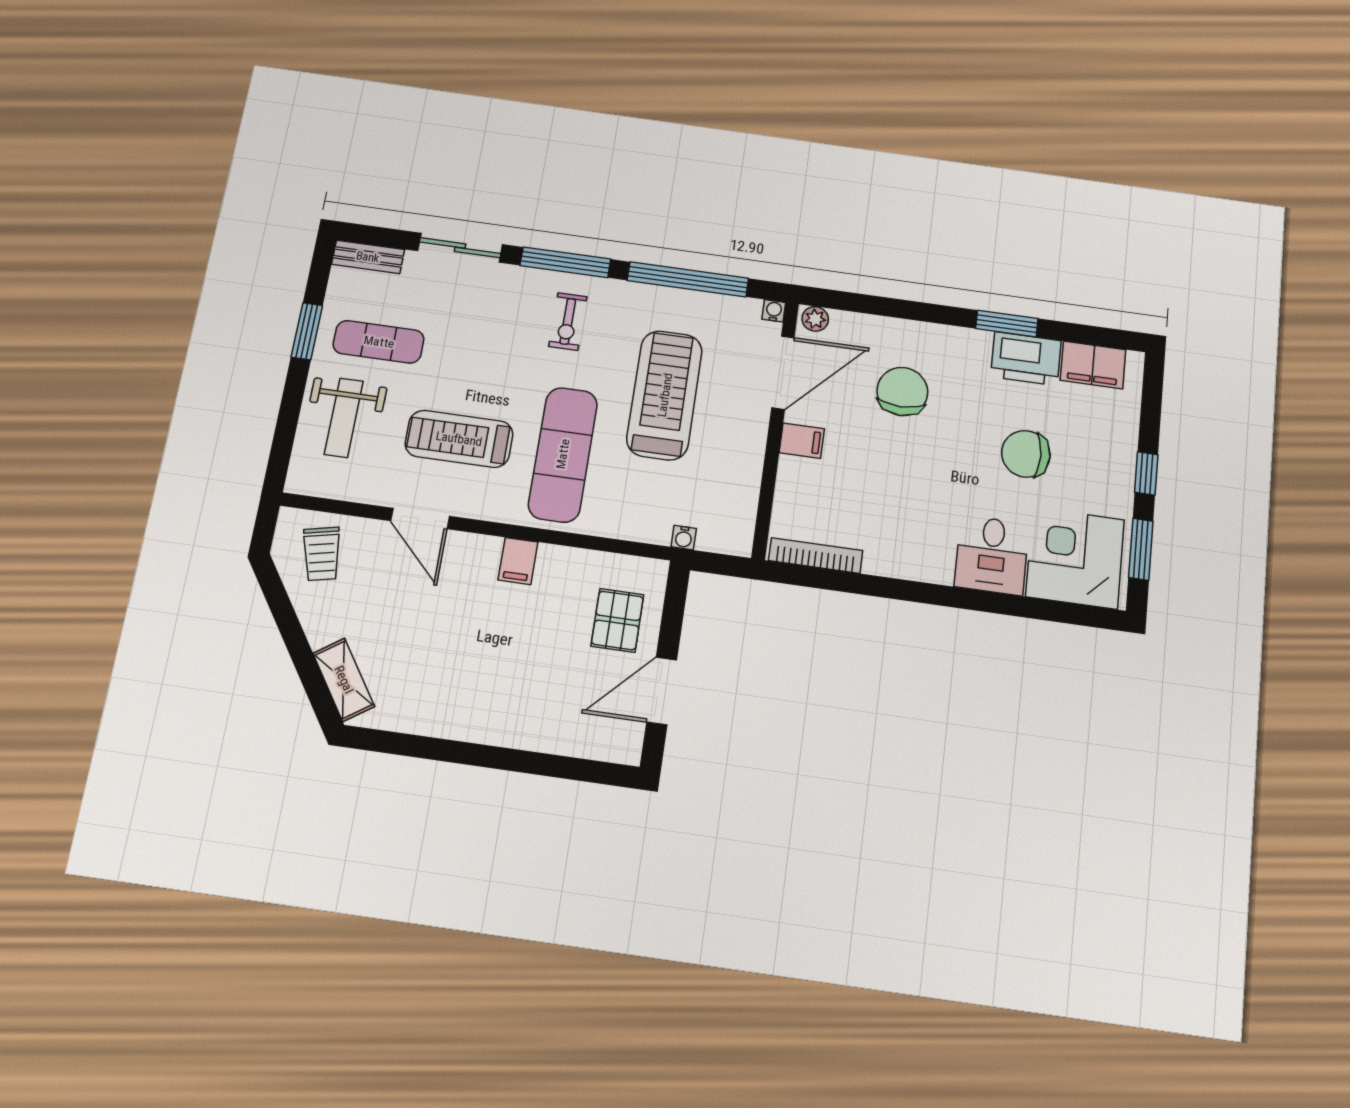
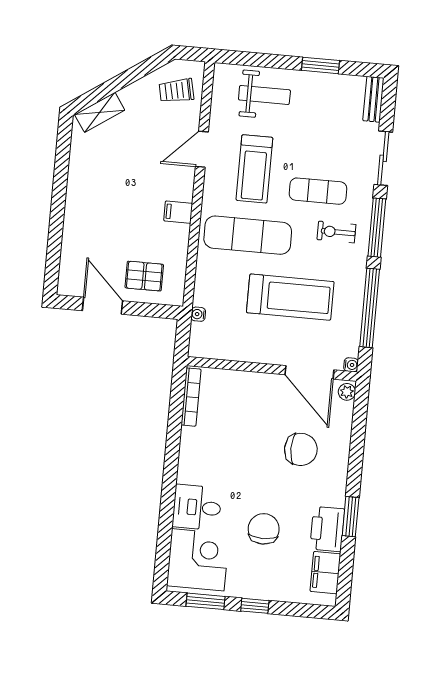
exercise mat: (379, 342) -> (318, 191), moved, turned 90
weight bench: (344, 418) -> (264, 95), turned 180
treadmill: (459, 439) -> (254, 169), turned 180
filing cabinet: (802, 441) -> (265, 386), removed

